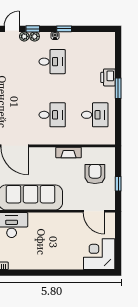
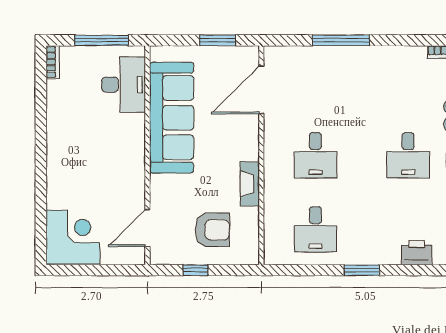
printer: (108, 77) -> (417, 253), moved

